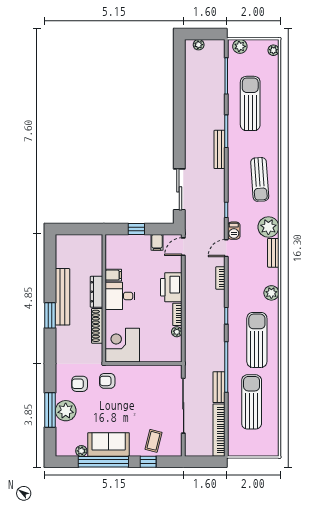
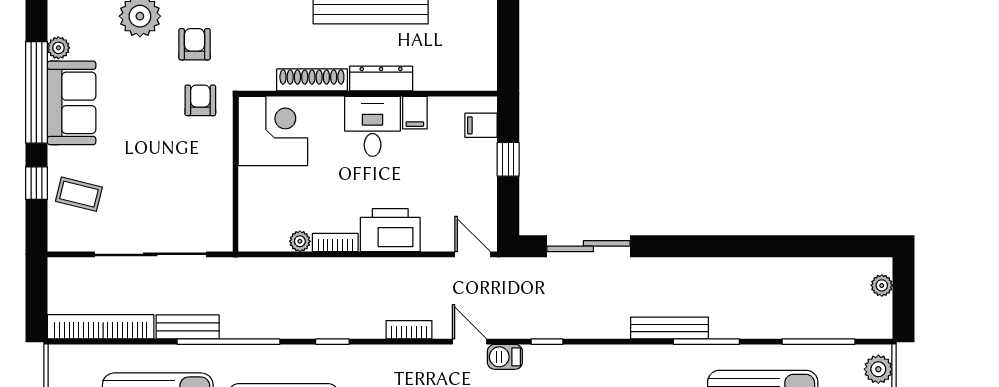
filing cabinet: (157, 242) -> (481, 125), moved

